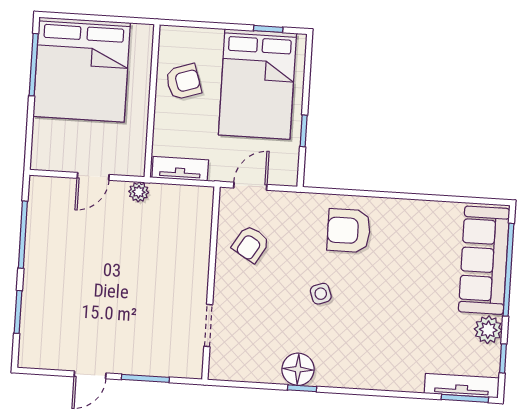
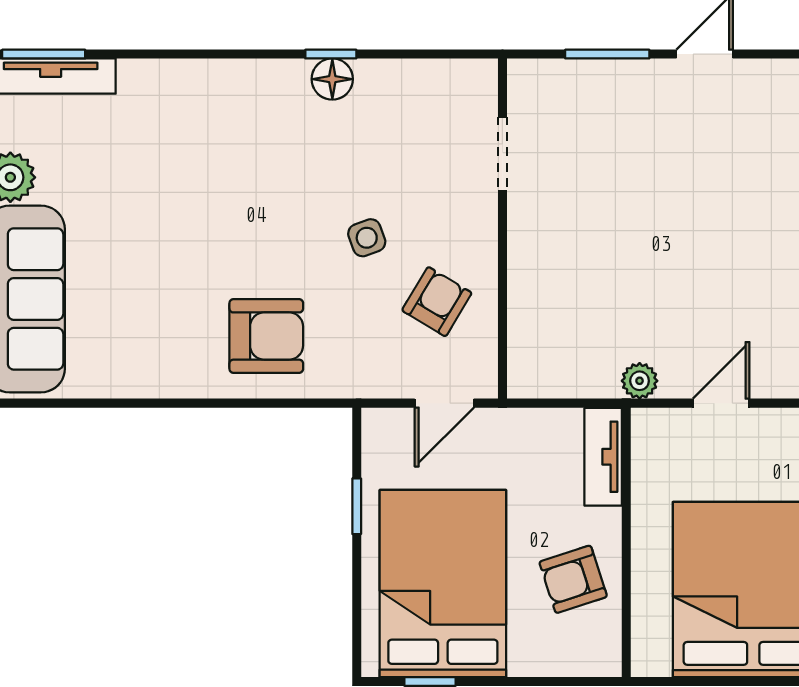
tv unit: (180, 169) -> (603, 457), moved, turned 90
side table: (321, 294) -> (367, 238), moved
floor lamp: (298, 369) -> (332, 79), width x0.73, depth x0.73

